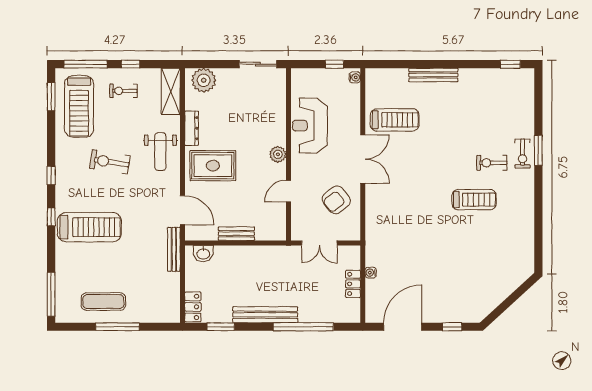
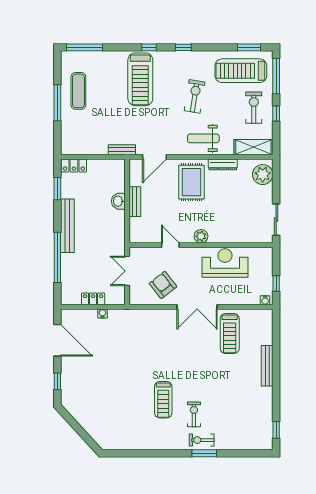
exercise bike: (123, 91) -> (254, 108), width x1.38, depth x1.39
bench: (174, 249) -> (122, 150), width x0.73
washbasin: (203, 254) -> (118, 201), moved

